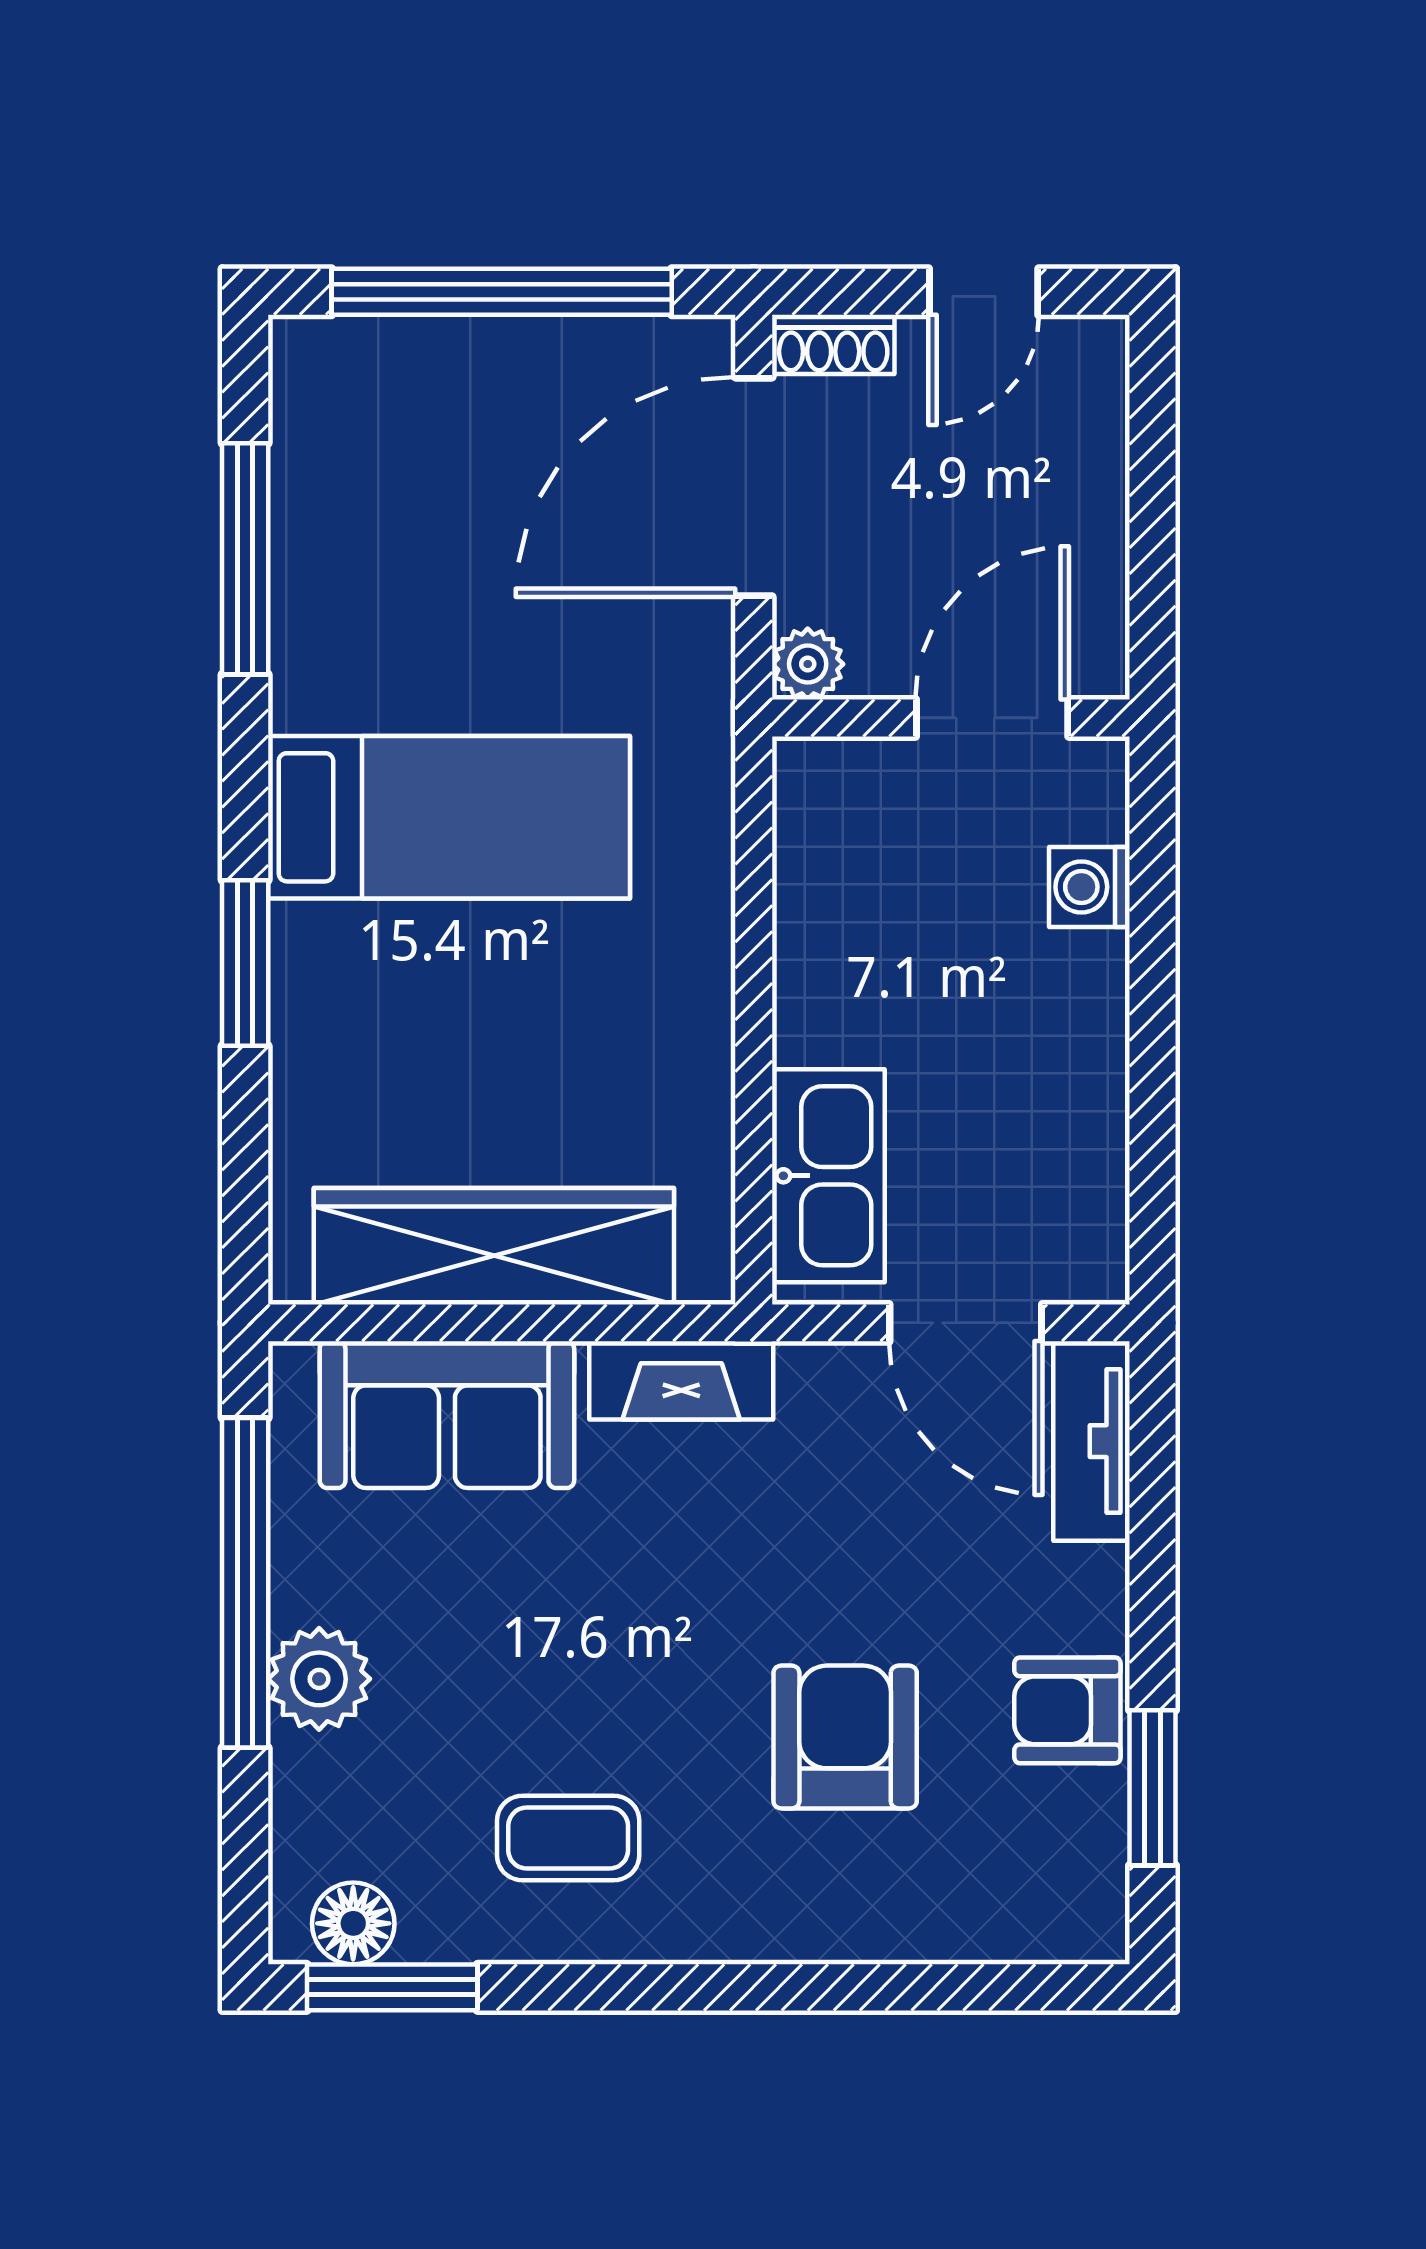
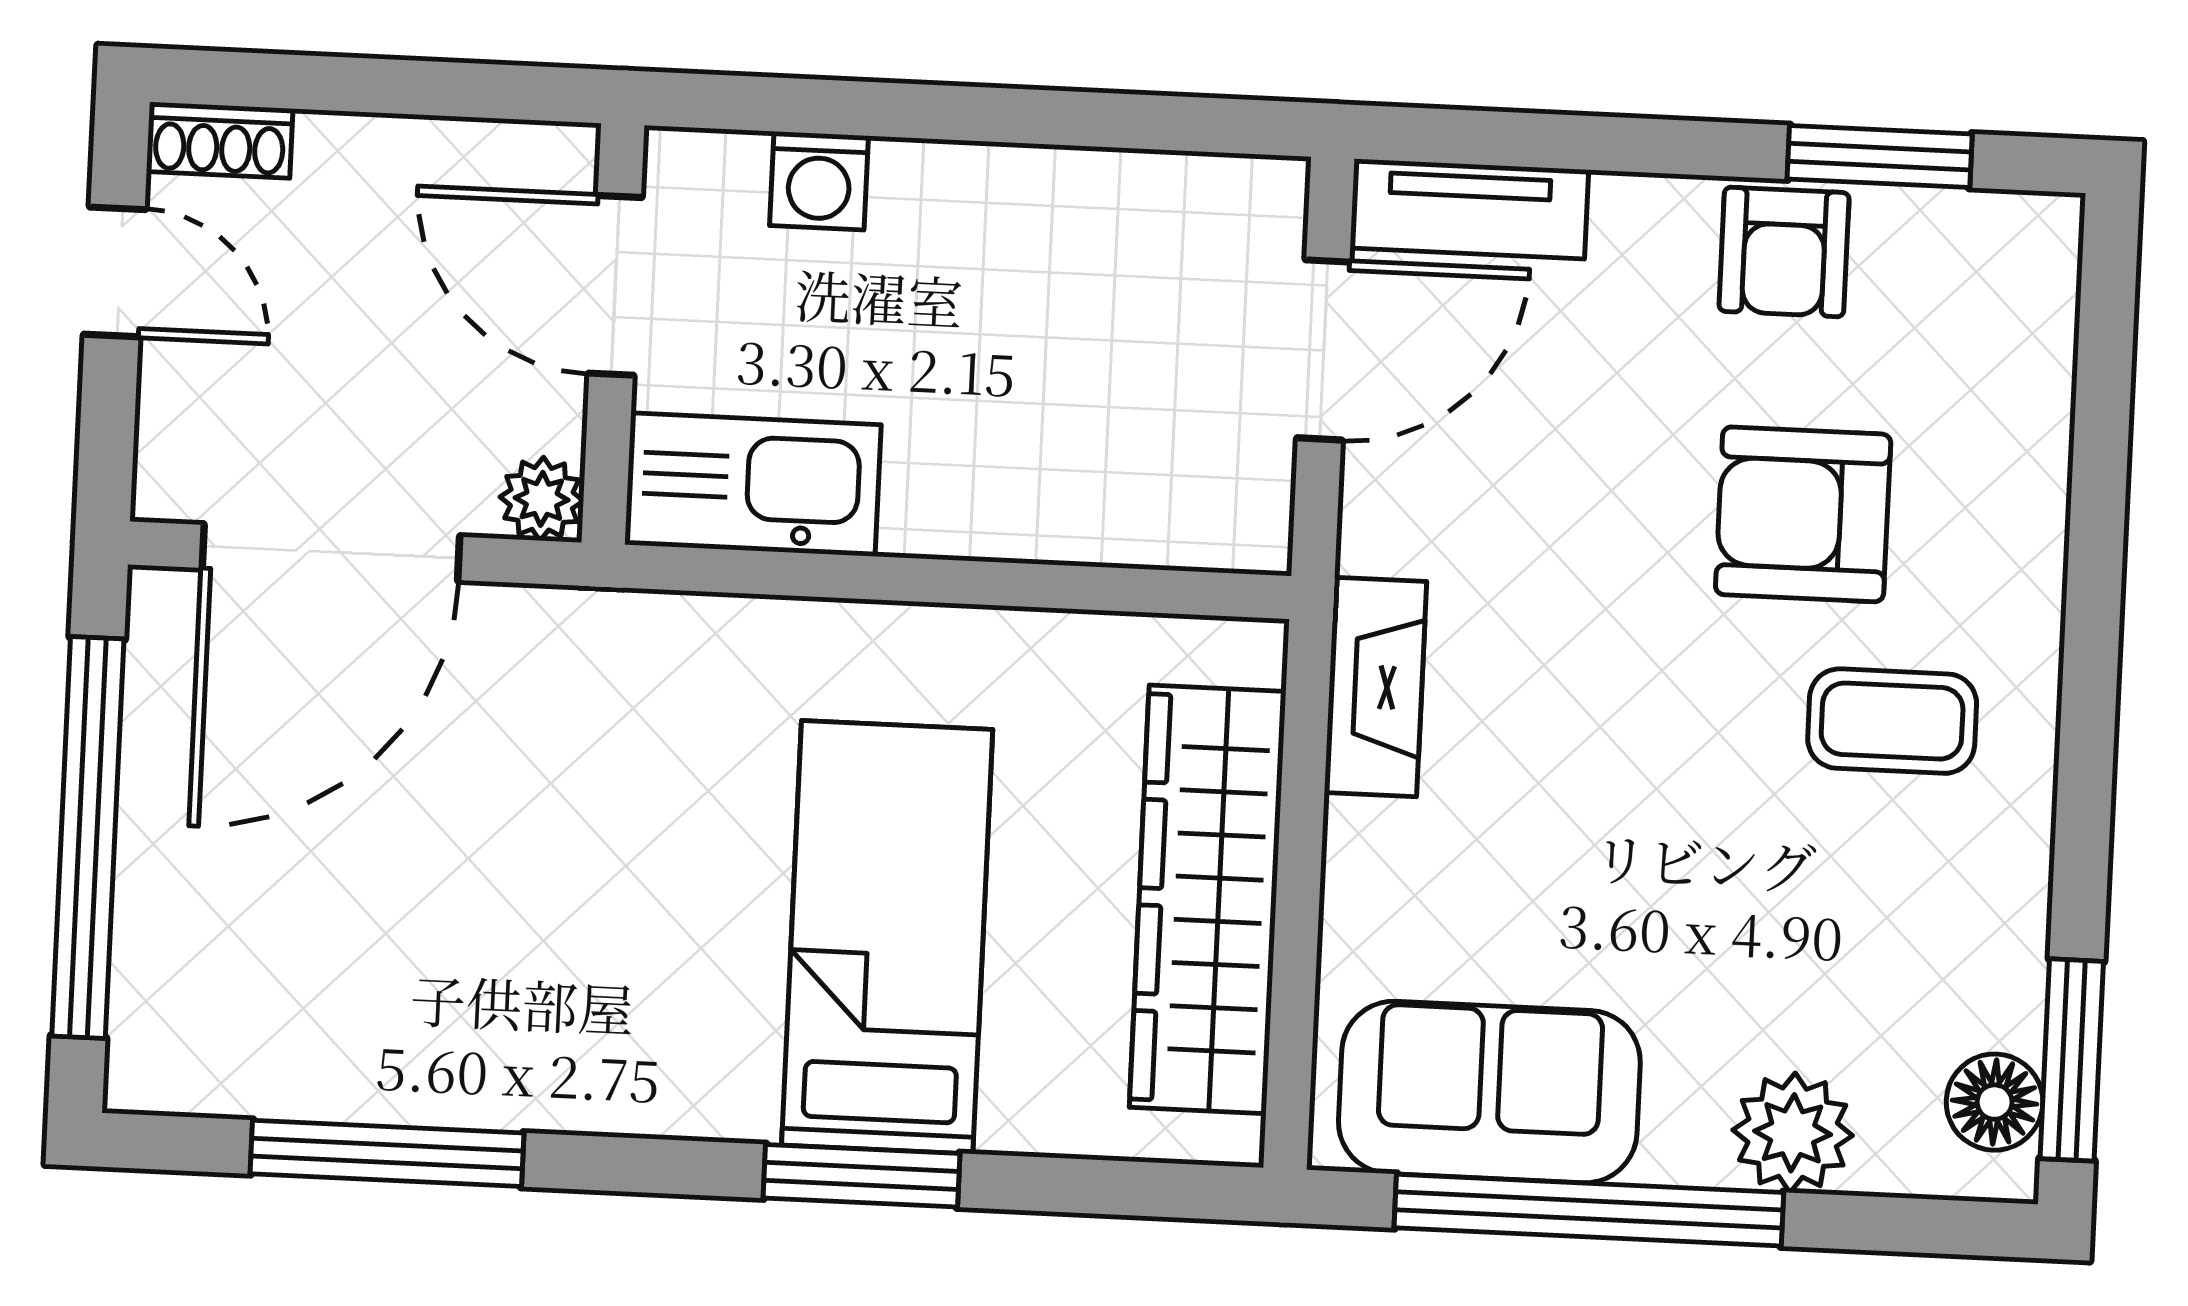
shoe rack: (833, 344) -> (220, 140), moved, turned 90
door: (754, 487) -> (331, 552), hinge flipped
bed: (449, 817) -> (887, 937), moved
kitchen sink: (828, 1176) -> (753, 485), moved
sofa: (447, 1415) -> (1489, 1092), moved, turned -90
plant: (319, 1679) -> (1793, 1133), moved
coffee table: (568, 1838) -> (1892, 721), moved, turned 90

